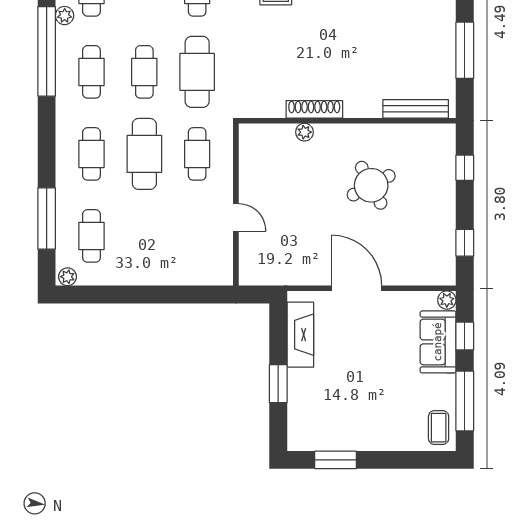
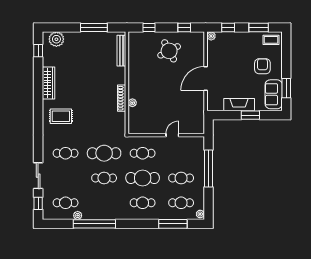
cafe table: (91, 72) -> (181, 178), moved
round table: (371, 185) -> (169, 51), moved
window: (164, 294) -> (209, 169), added
fireplace: (300, 335) -> (239, 105), moved
sofa: (438, 342) -> (274, 94), moved, turned 90
window: (465, 401) -> (259, 28), width x0.69
armchair: (382, 409) -> (262, 66), added

